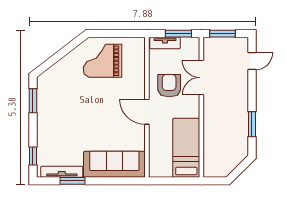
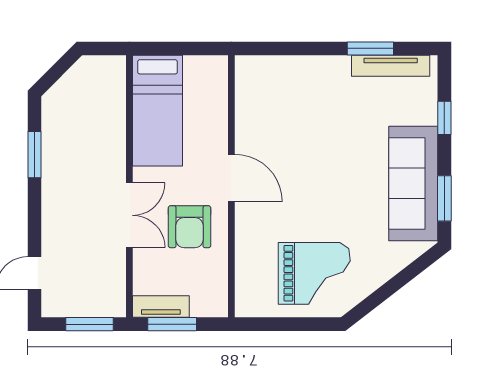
tv unit: (165, 43) -> (161, 307), moved
double door: (201, 78) -> (129, 215), moved
window: (33, 156) -> (444, 118), moved
sofa: (114, 164) -> (413, 184), moved, turned 90

